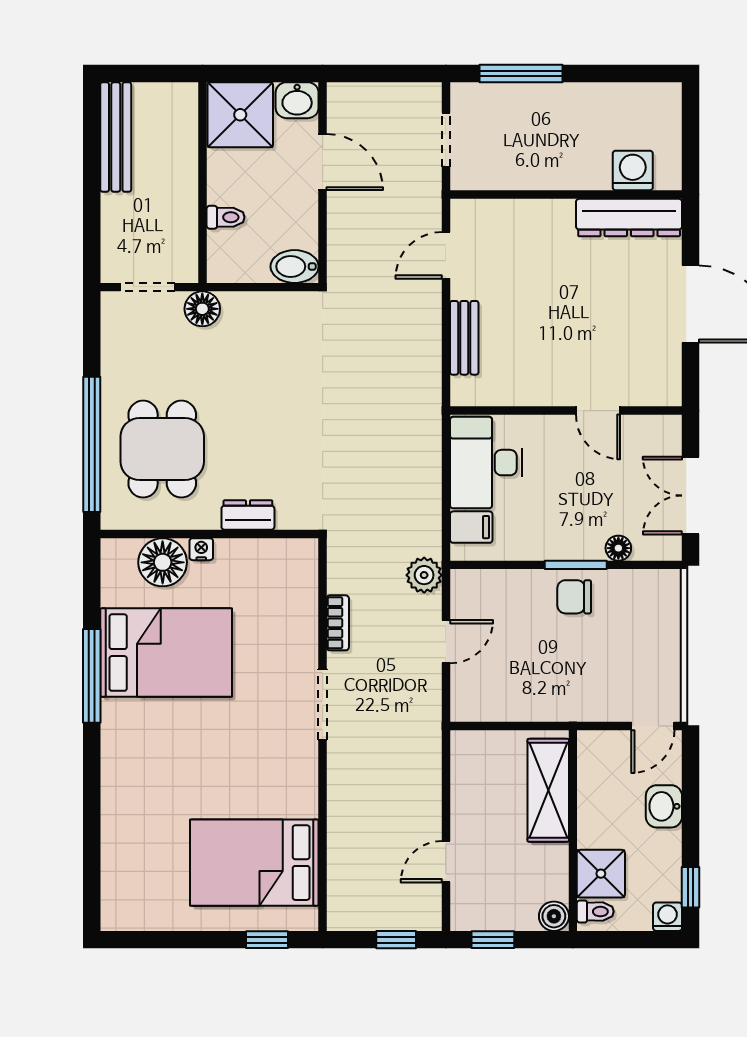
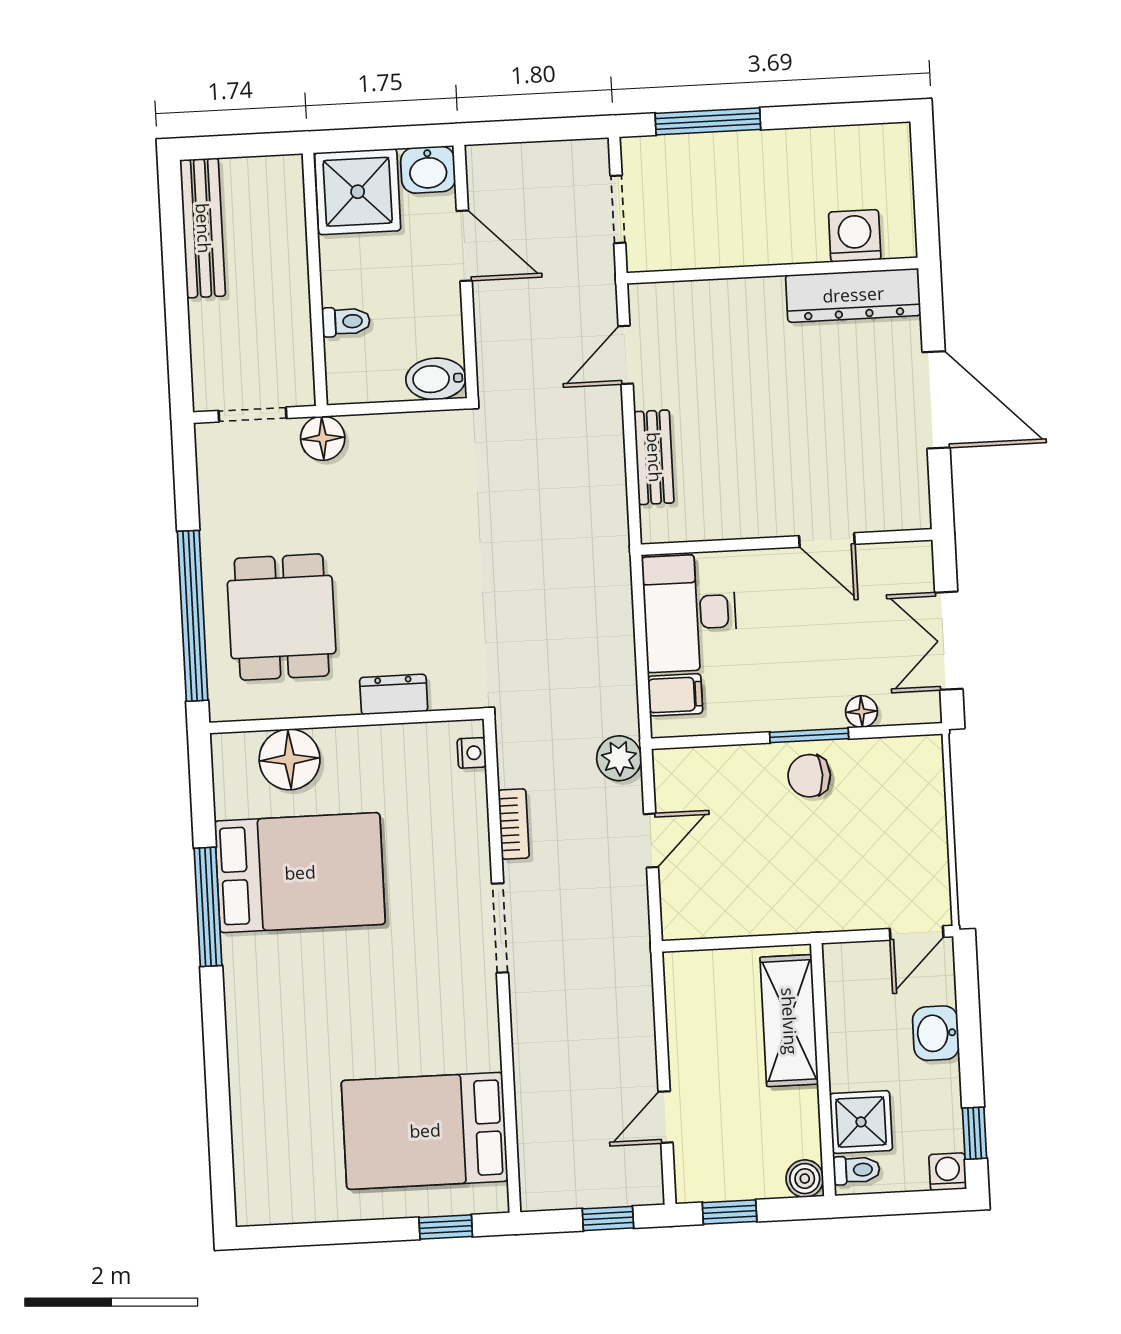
nightstand: (201, 549) -> (472, 753), moved, turned 90

